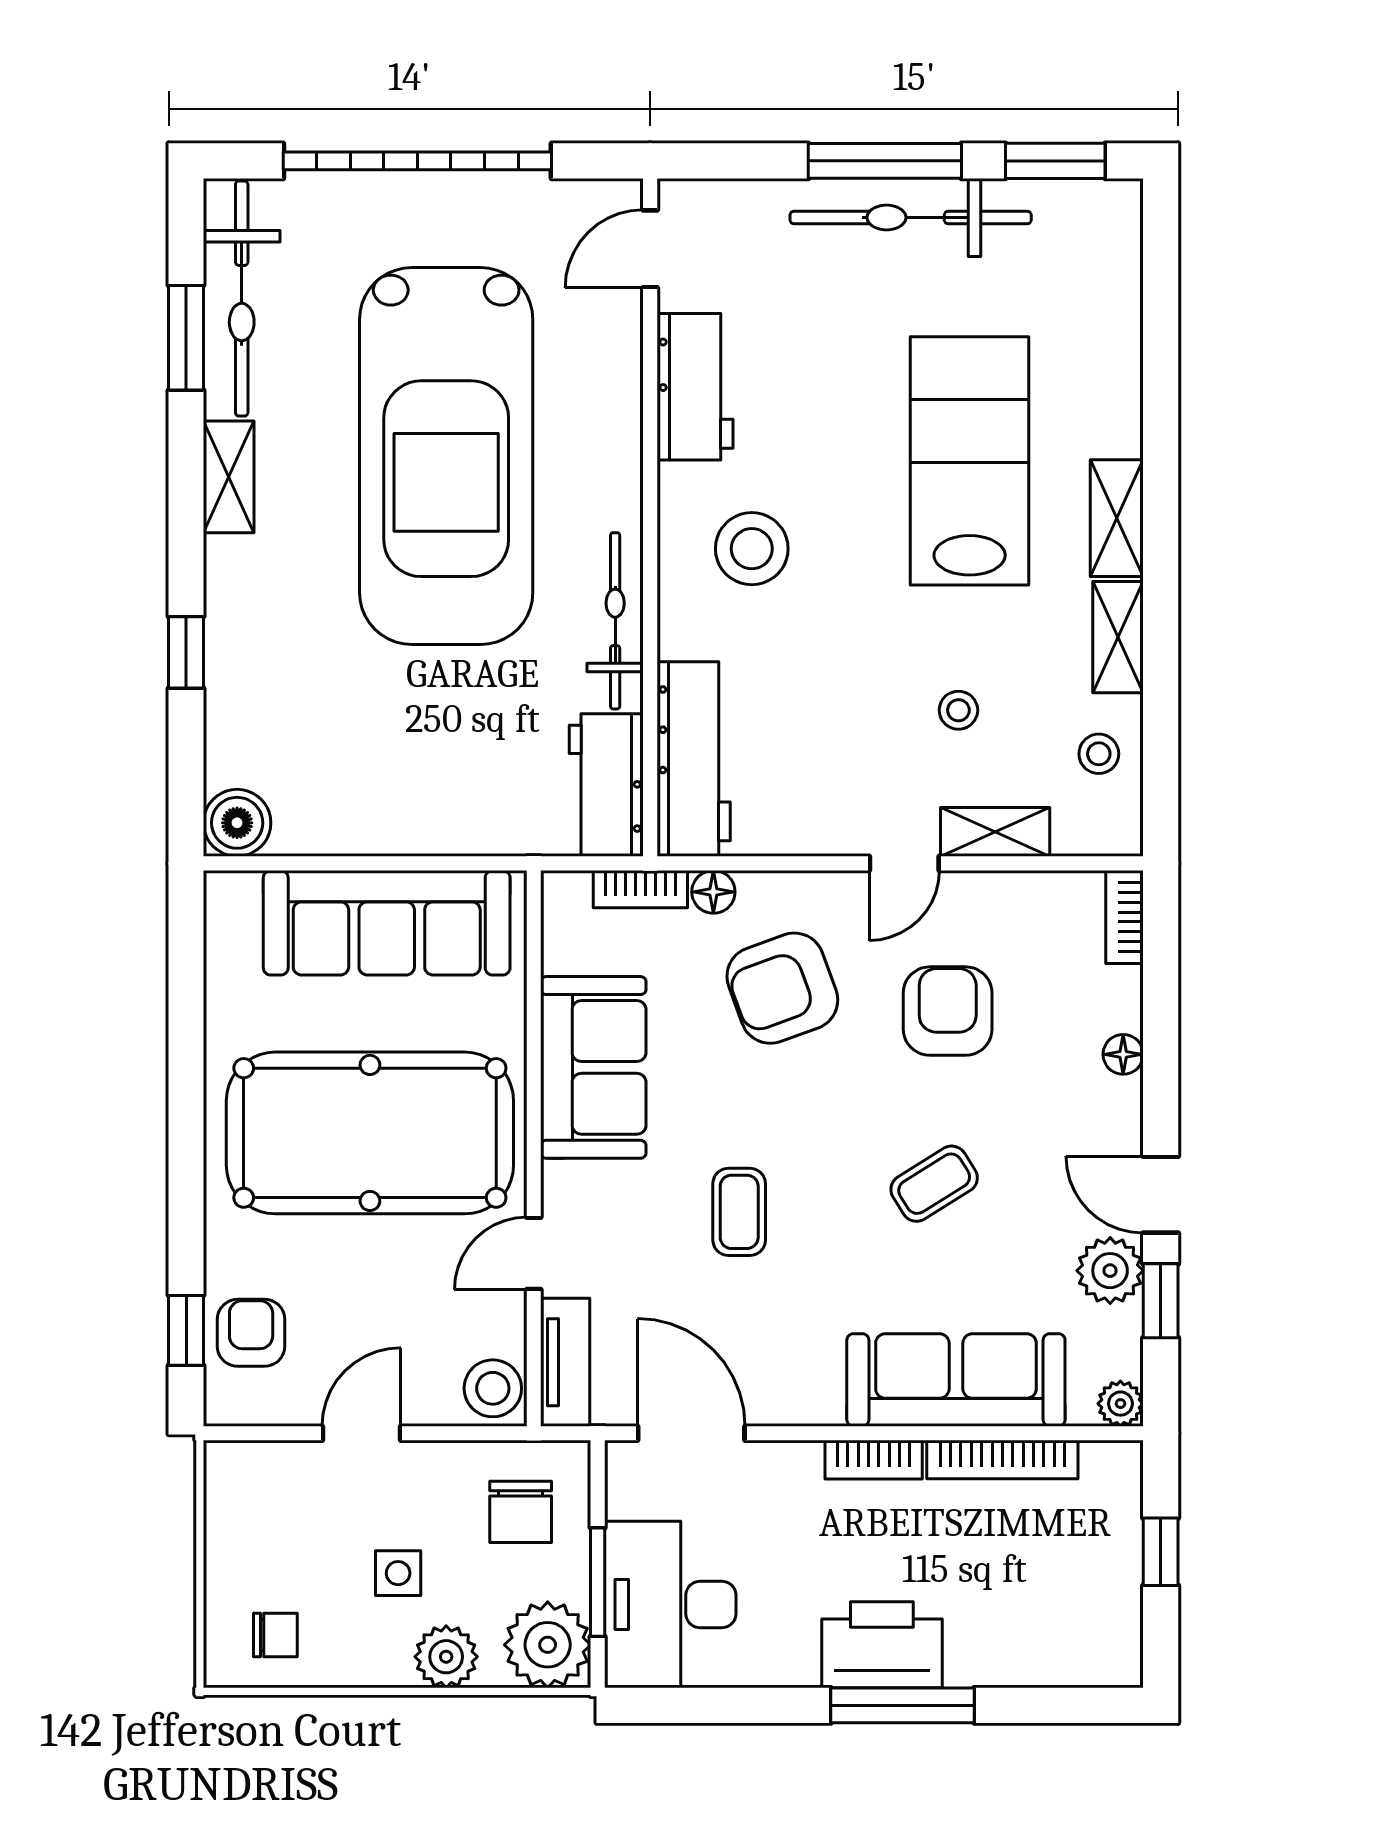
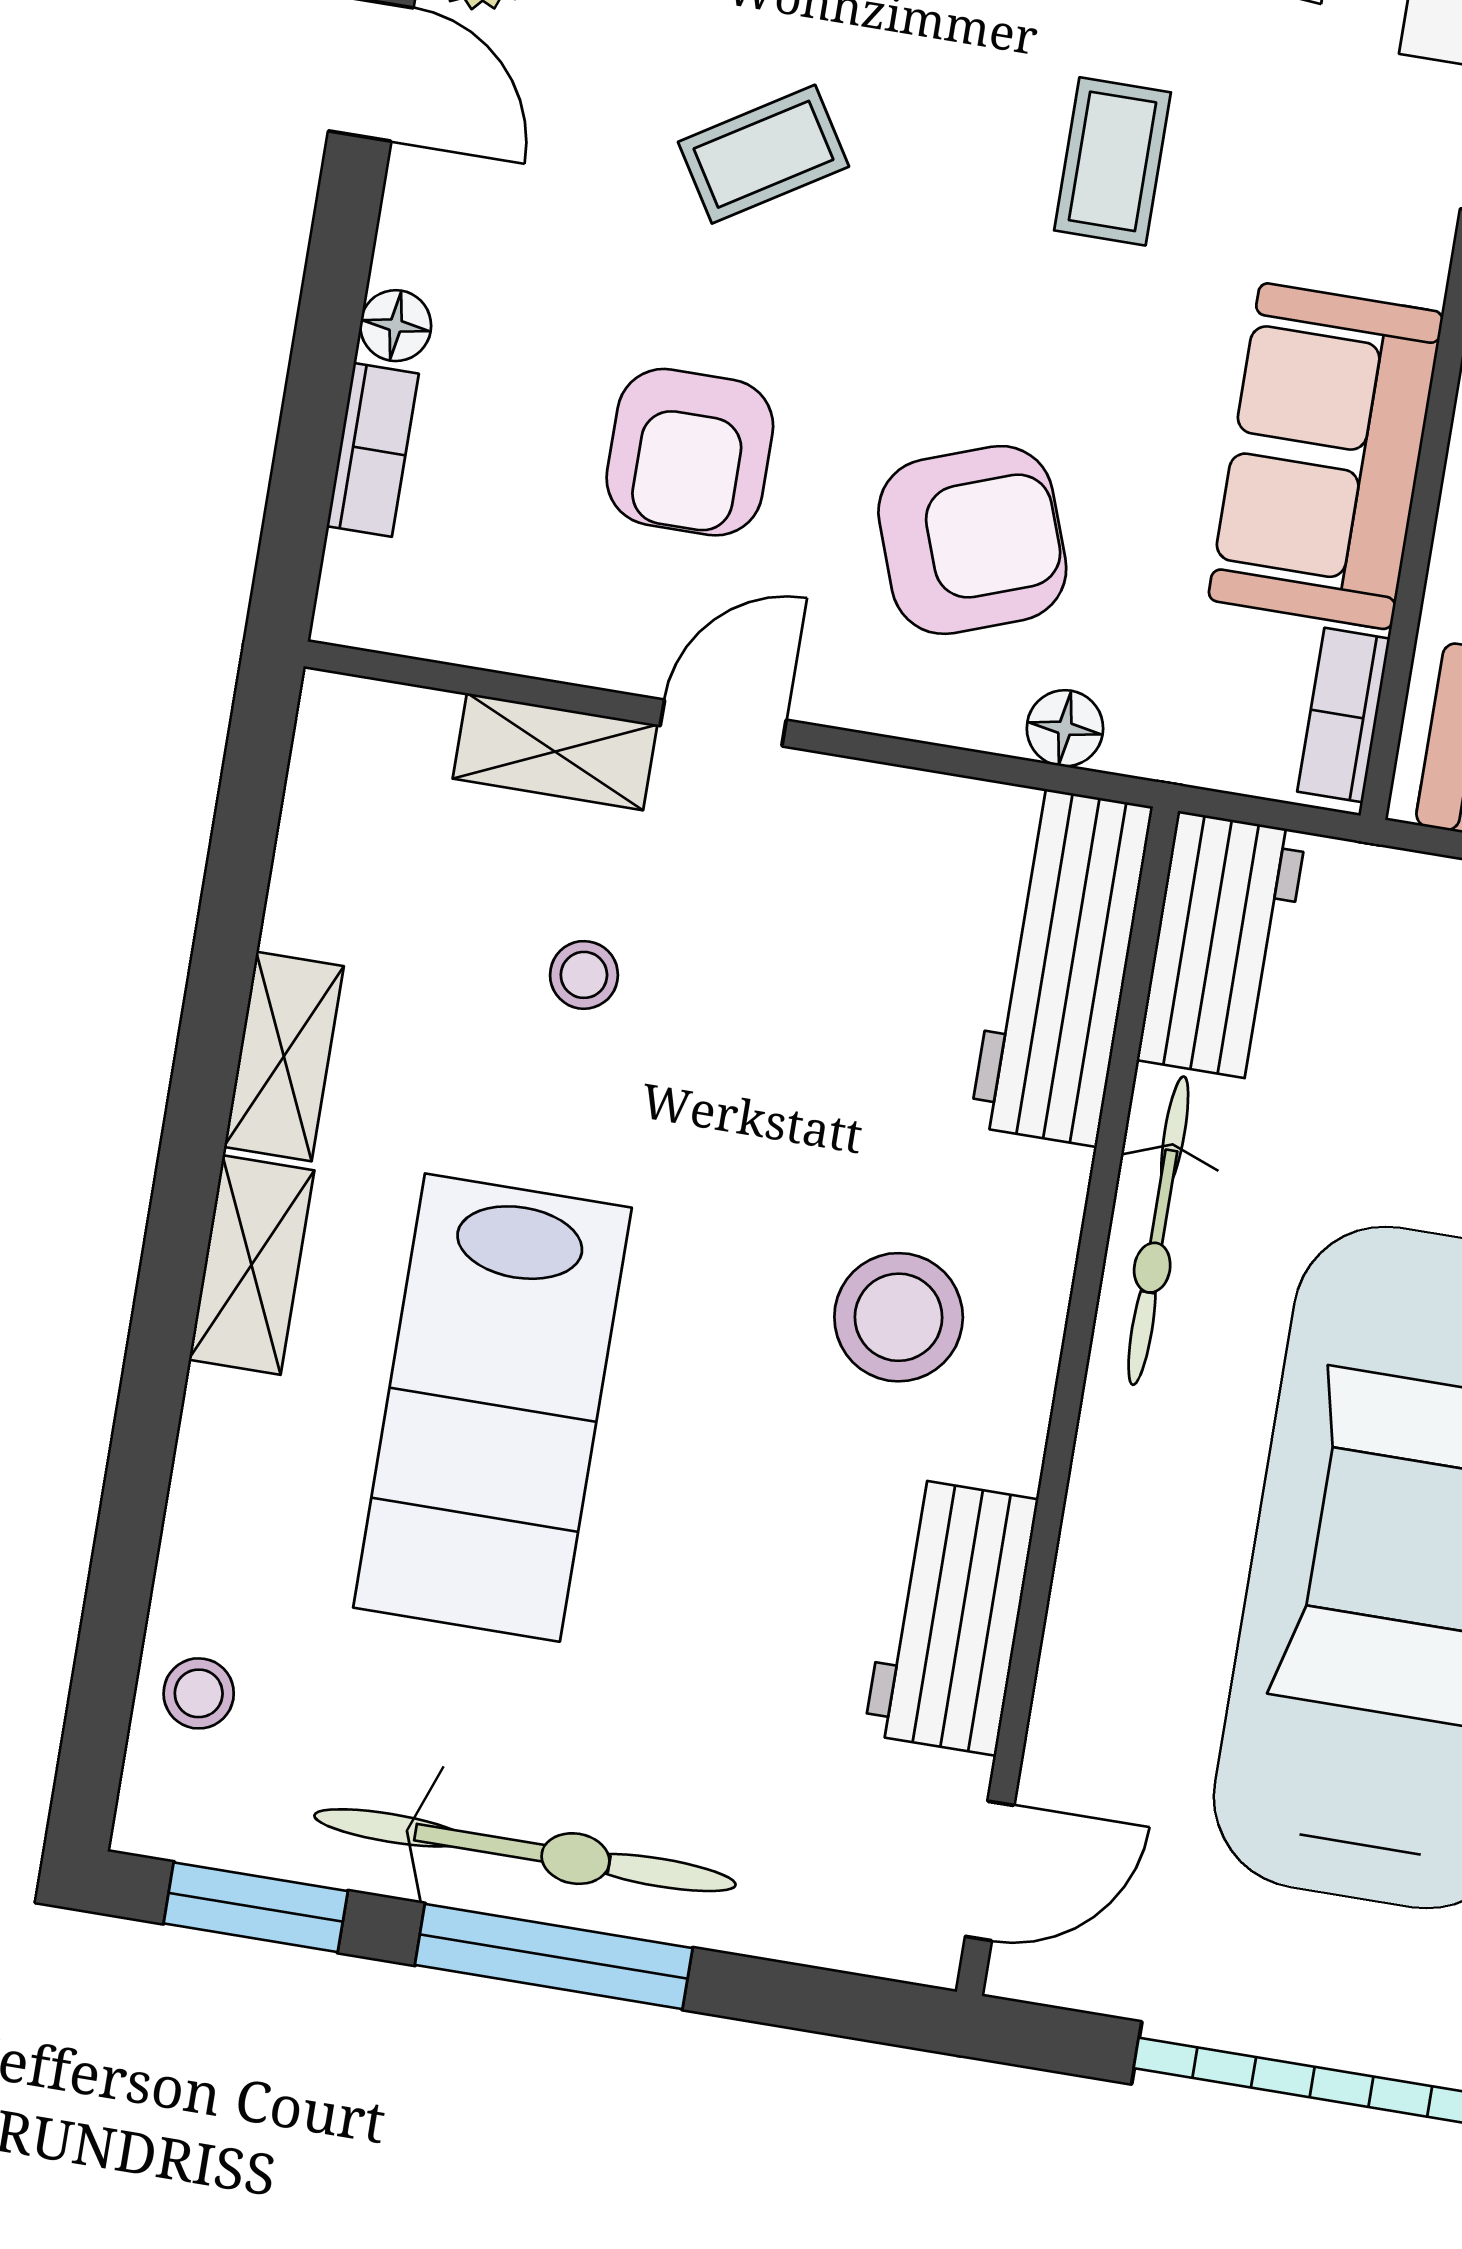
stool: (1099, 754) -> (199, 1693), moved
bookcase: (640, 889) -> (1344, 715), moved, turned -90
bookcase: (1124, 917) -> (373, 450), moved

